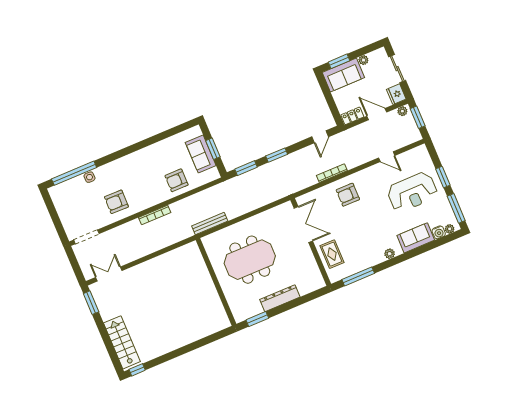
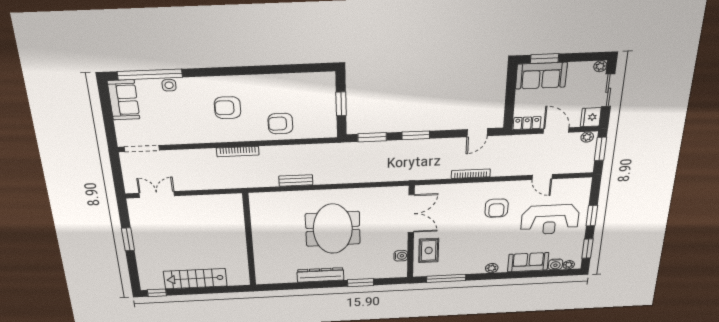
plant: (363, 60) -> (600, 66), moved
sofa: (201, 154) -> (124, 100), moved, turned 180
armchair: (348, 195) -> (497, 208), moved, turned -90
armchair: (116, 202) -> (228, 108), moved
window: (456, 208) -> (587, 249), width x0.69
bench: (210, 223) -> (296, 180), width x0.73
meeting table: (250, 260) -> (333, 229), turned 90
water cooler: (313, 267) -> (401, 256), added
wall: (216, 282) -> (249, 240), moved
dresser: (280, 298) -> (320, 275), moved
window: (91, 303) -> (128, 239), moved
window: (257, 319) -> (361, 283), moved
stairs: (122, 342) -> (195, 279), moved, turned -90

